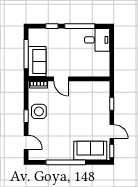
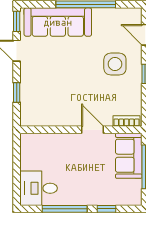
side table: (39, 111) -> (115, 64), moved
sofa: (90, 151) -> (58, 22), width x1.36

